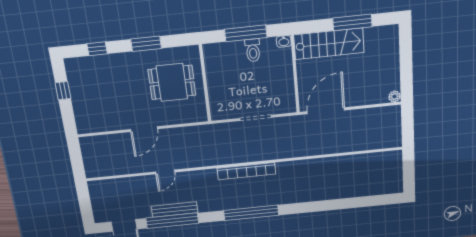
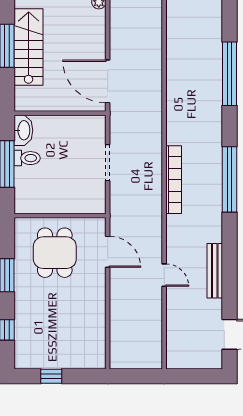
washbasin: (284, 41) -> (23, 130), width x1.91, depth x1.45
stairs: (329, 44) -> (29, 47), moved
door: (144, 129) -> (108, 252), moved
window: (172, 221) -> (229, 74), moved

